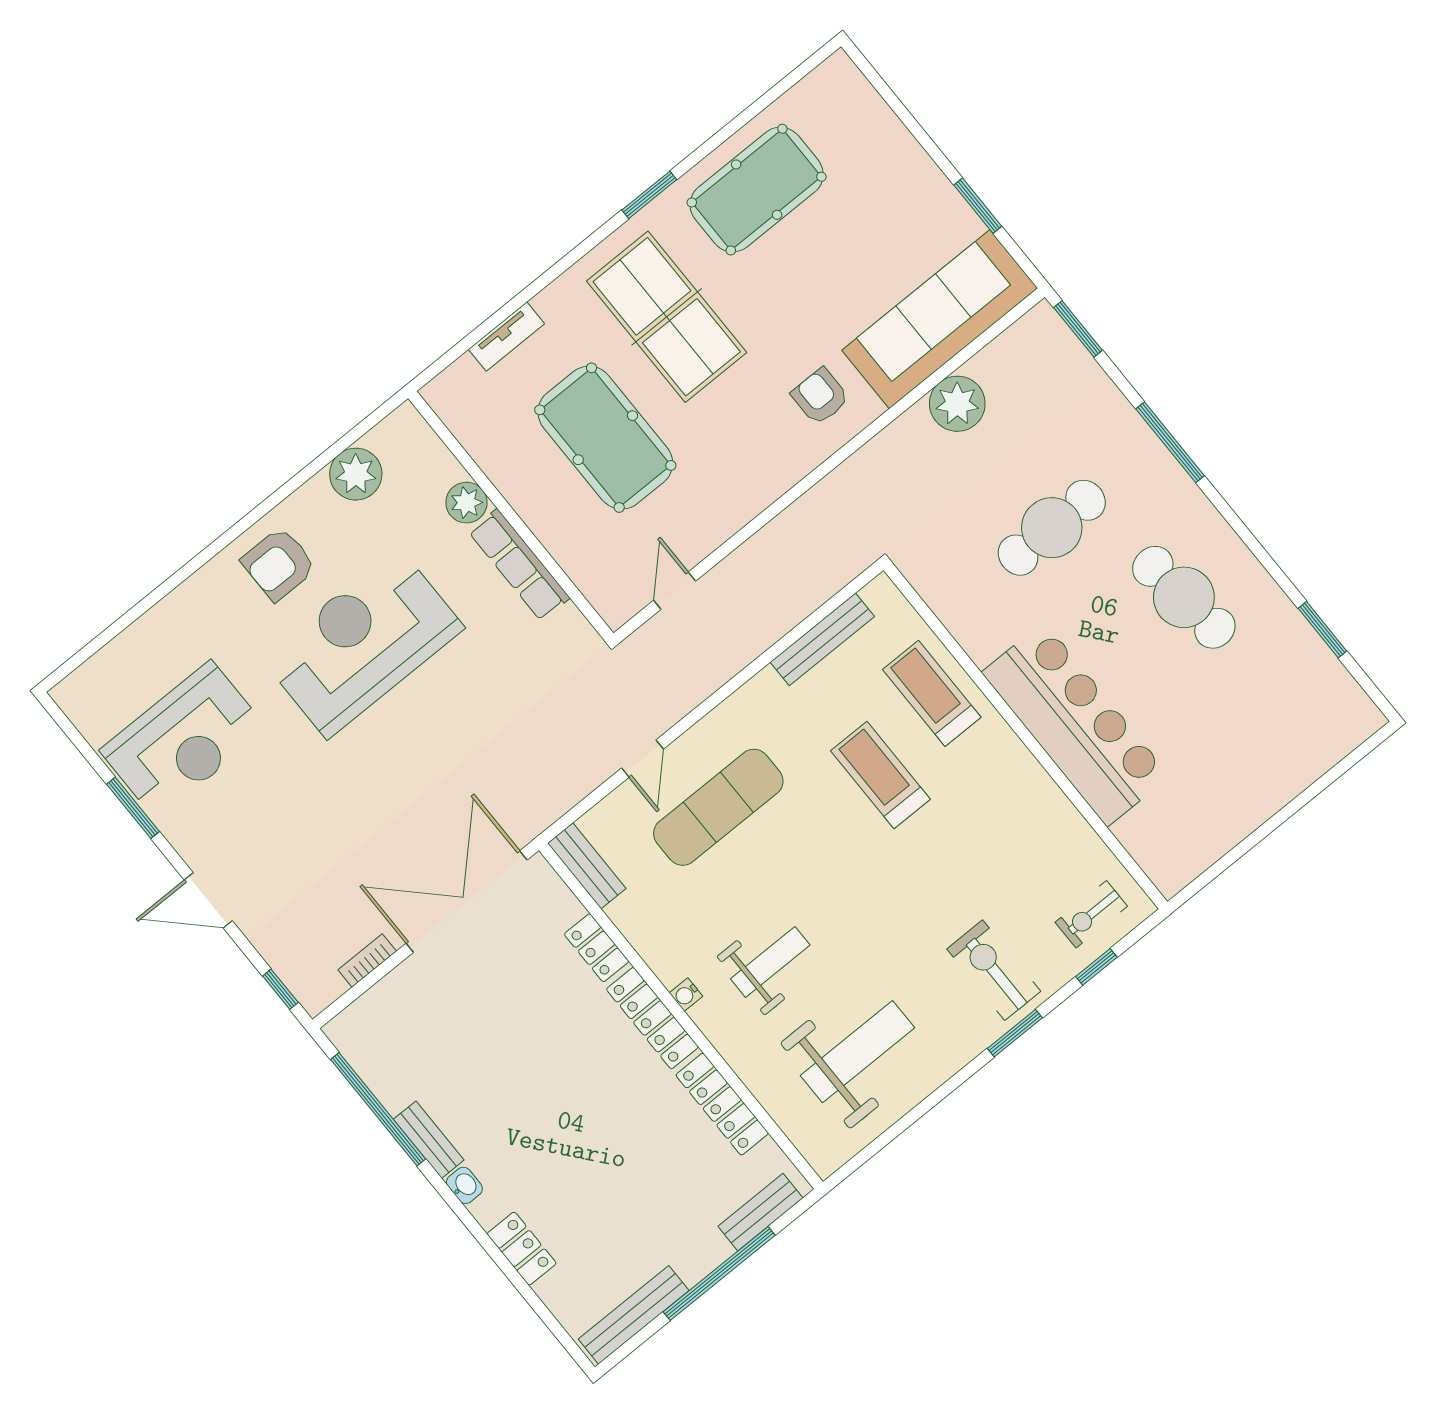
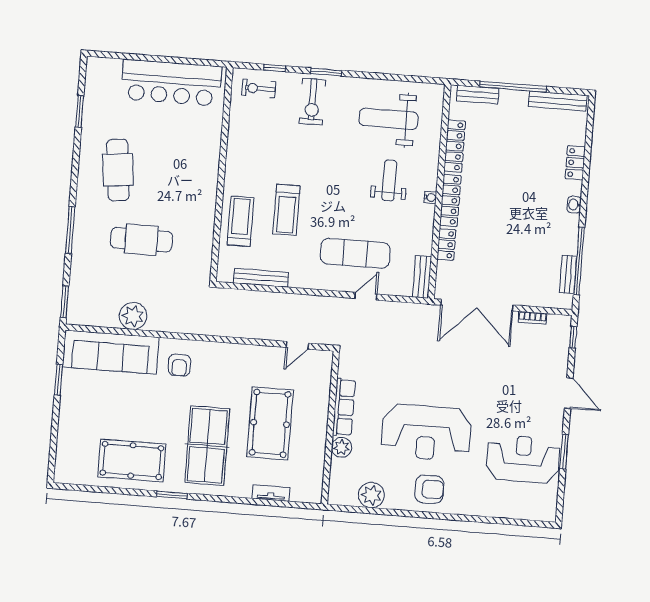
treadmill: (932, 693) -> (240, 221), turned 180
bar counter: (1076, 724) -> (171, 83), moved, turned -90
exercise bike: (1091, 914) -> (259, 88), turned 180
weight bench: (770, 962) -> (389, 180), turned 90
bench: (429, 1140) -> (568, 274), moved

